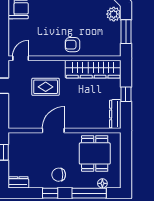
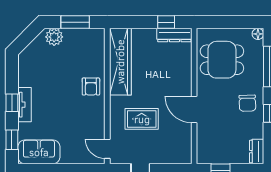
rug: (46, 87) -> (142, 119), turned 90
window: (126, 94) -> (166, 22), moved
floor lamp: (102, 183) -> (258, 34), moved

